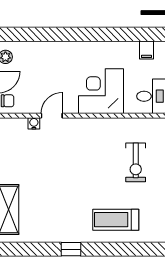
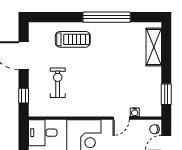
window: (71, 249) -> (107, 17), width x3.17

